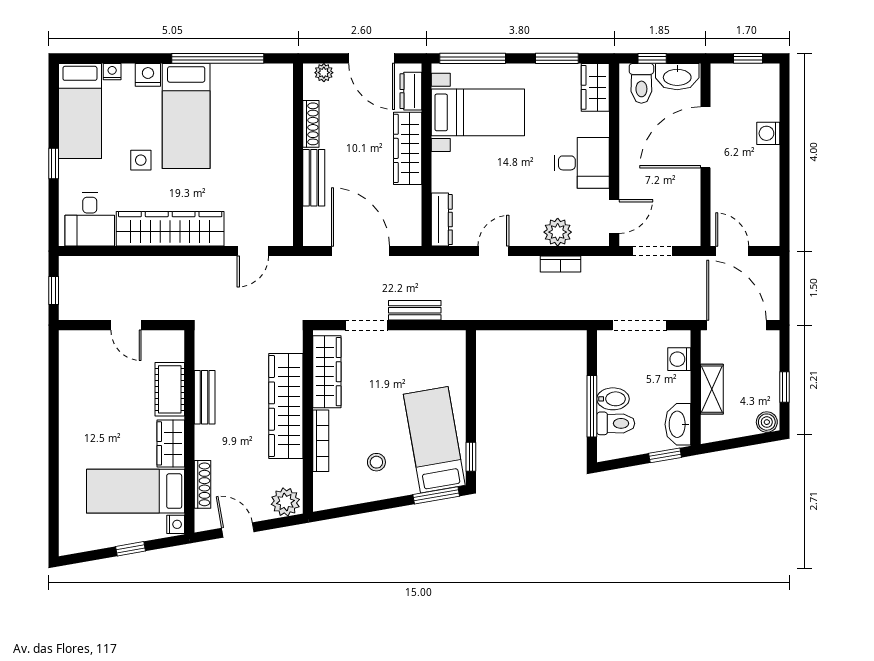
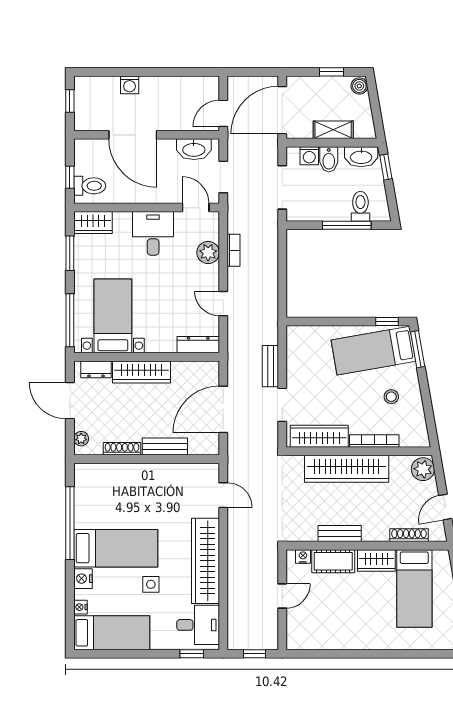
door: (372, 58) -> (70, 401), swing flipped
washbasin: (677, 77) -> (194, 149), moved, turned 90
window: (54, 164) -> (192, 654), moved
bidet: (613, 399) -> (329, 159), moved, turned 180
nightstand: (176, 524) -> (303, 557), moved

